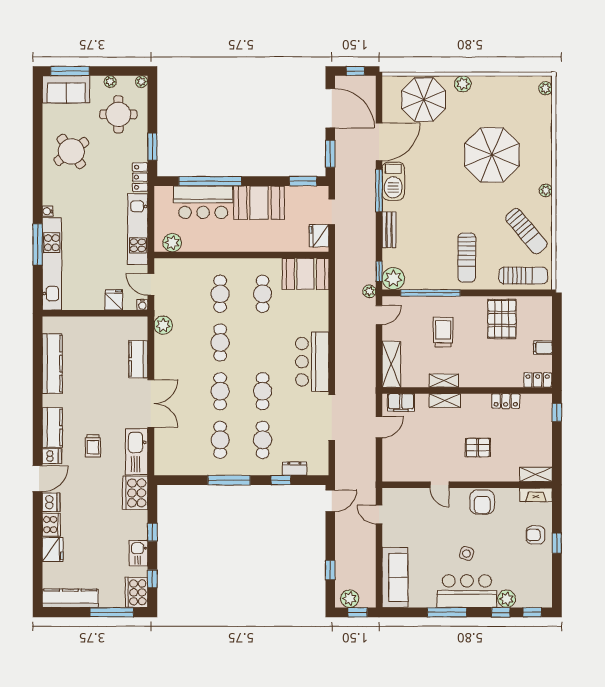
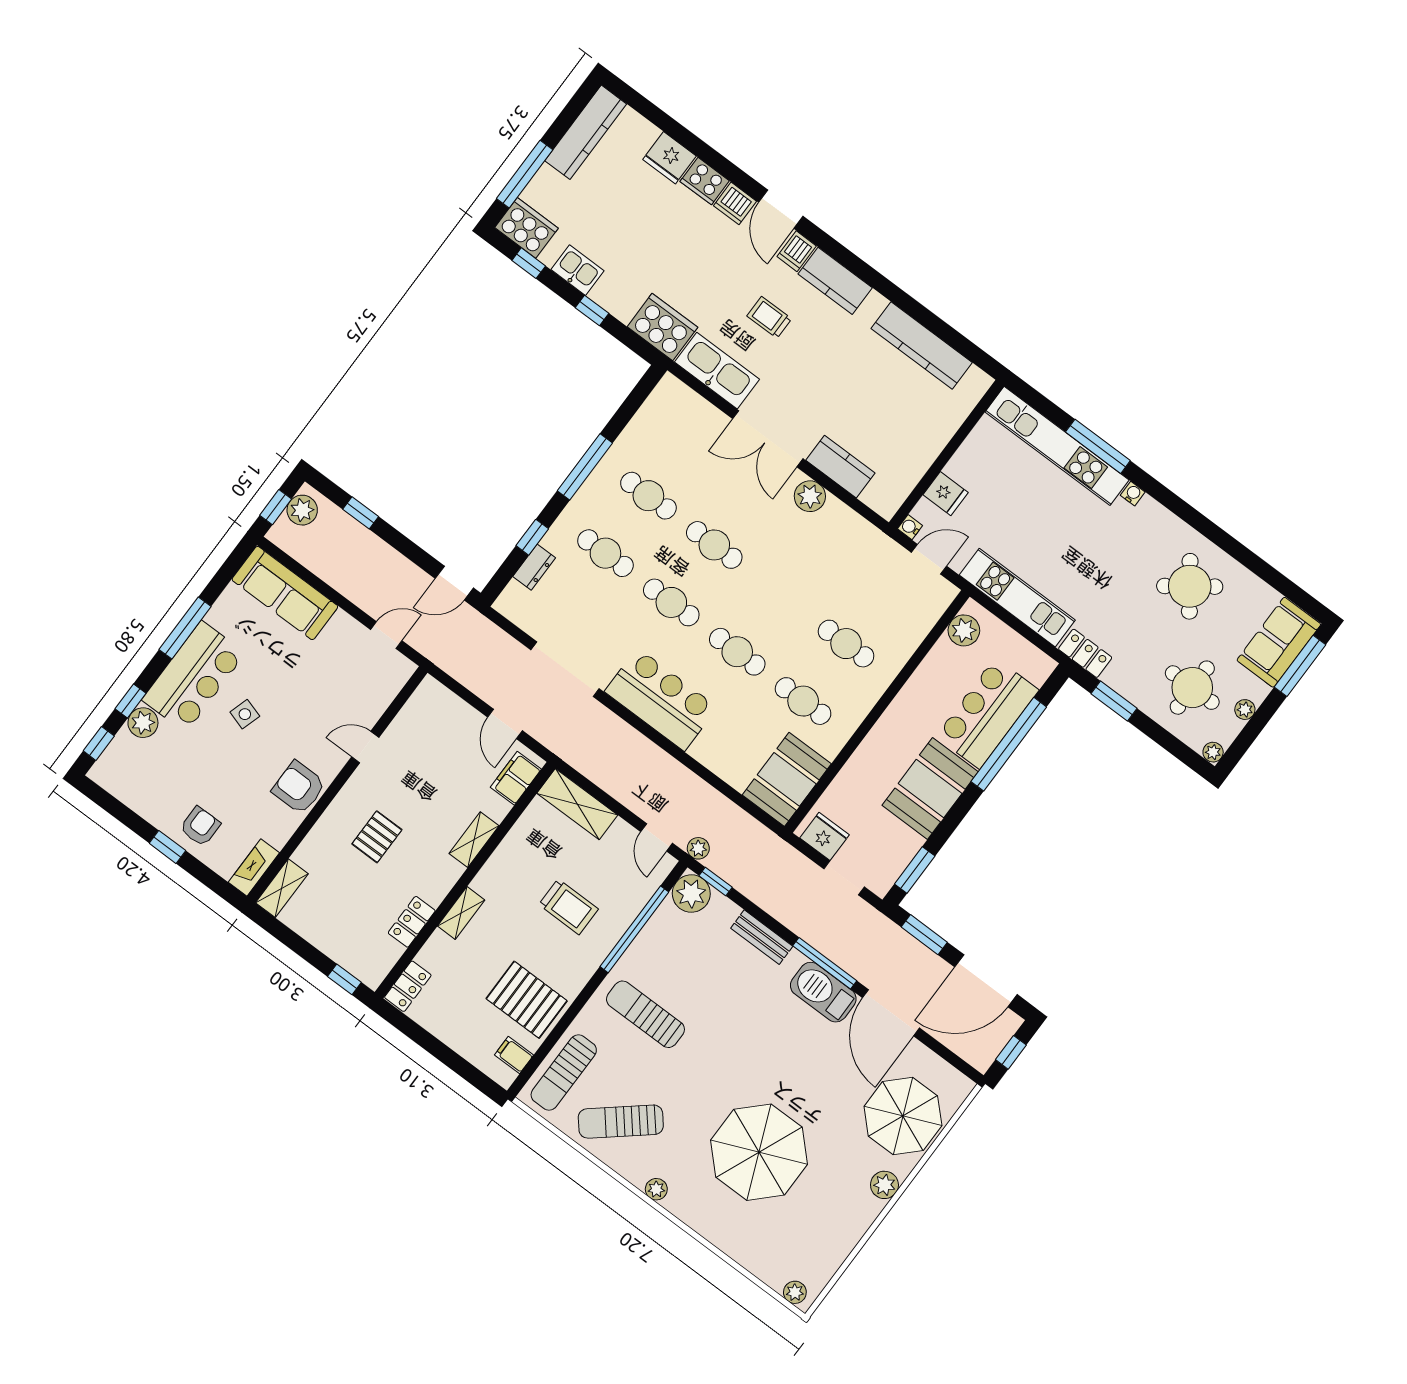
plant: (163, 325) -> (810, 496), moved
cafe table: (220, 342) -> (737, 652), moved
filing cabinet: (543, 348) -> (514, 1055), moved, turned -90
shelving: (444, 381) -> (461, 913), moved
door: (330, 501) -> (454, 583), hinge flipped

